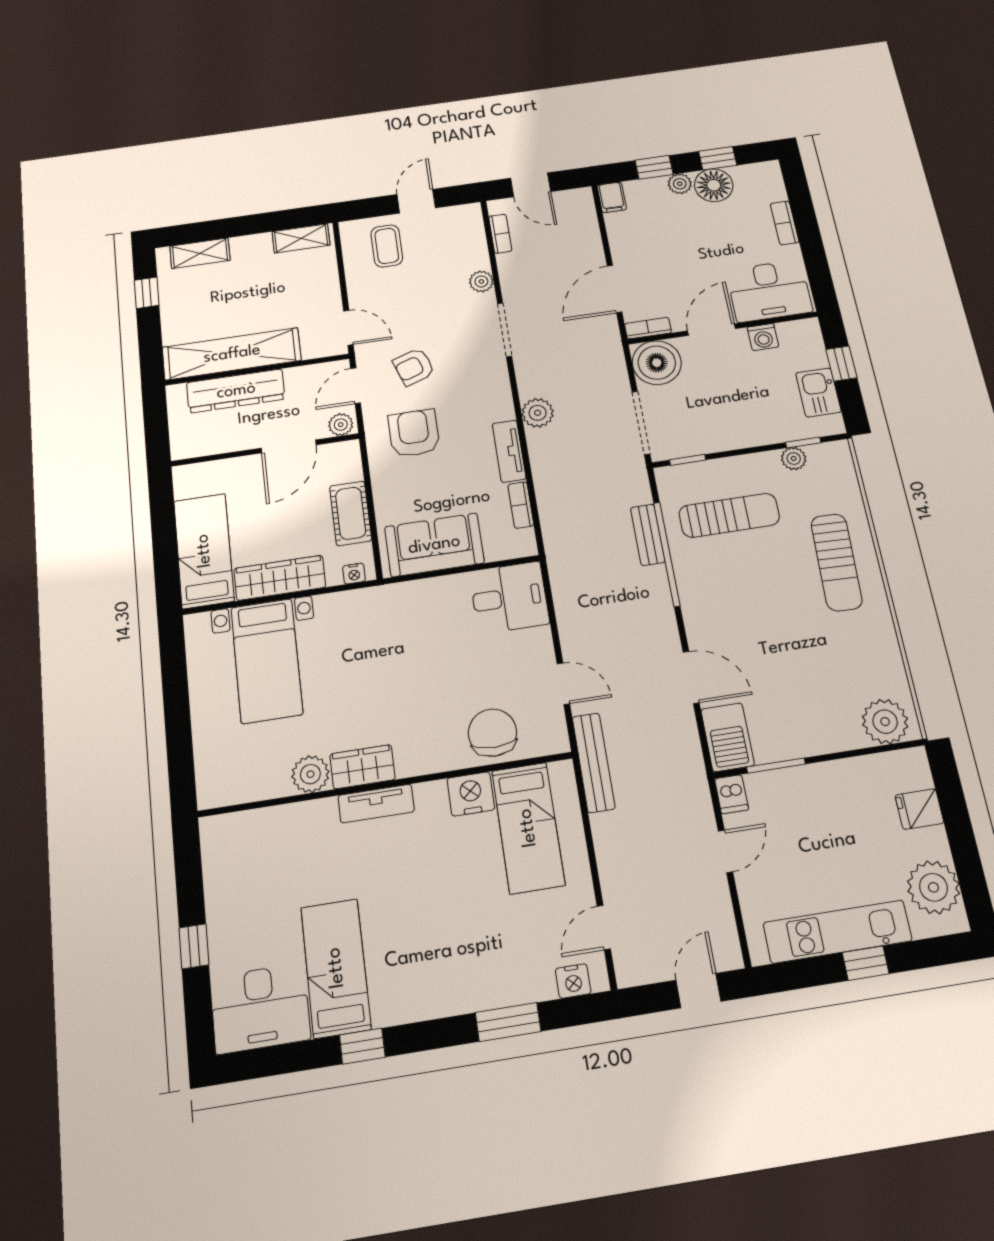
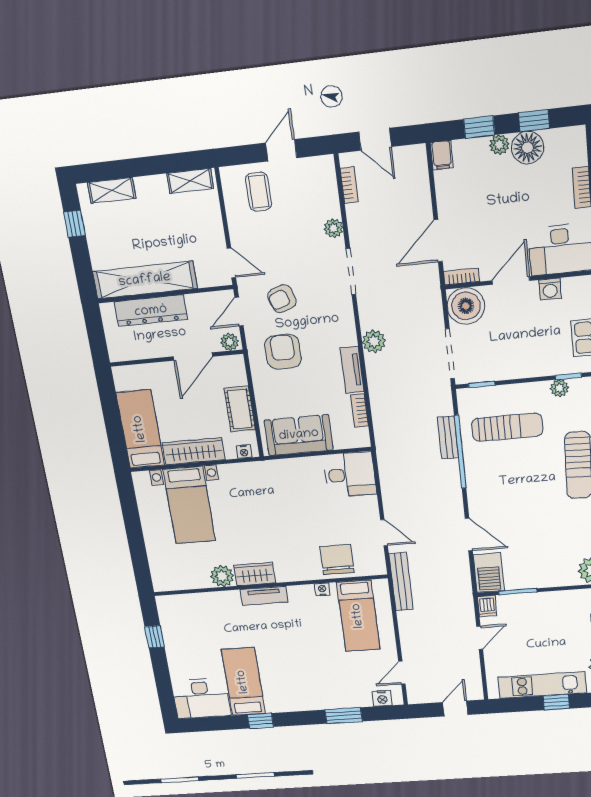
nightstand: (471, 794) -> (322, 590), width x0.53, depth x0.56
window: (194, 946) -> (155, 637), moved

